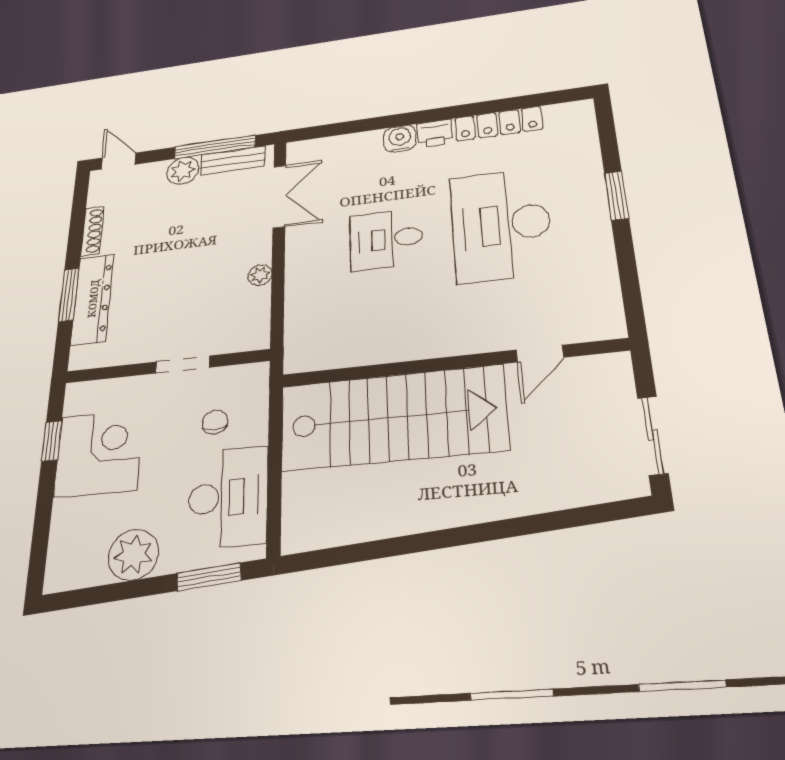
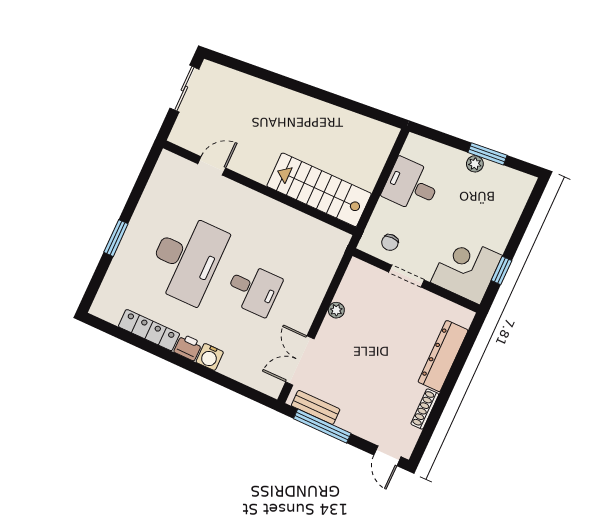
plant: (183, 171) -> (350, 420), removed
window: (69, 295) -> (457, 368), removed
stairs: (392, 418) -> (319, 190), width x0.73, depth x0.66
chair: (215, 422) -> (390, 242), moved
corner desk: (99, 453) -> (466, 269), moved, turned 90
desk: (228, 497) -> (411, 185), width x0.73
plant: (134, 555) -> (475, 164), width x0.53, depth x0.53
window: (209, 577) -> (487, 154), moved

